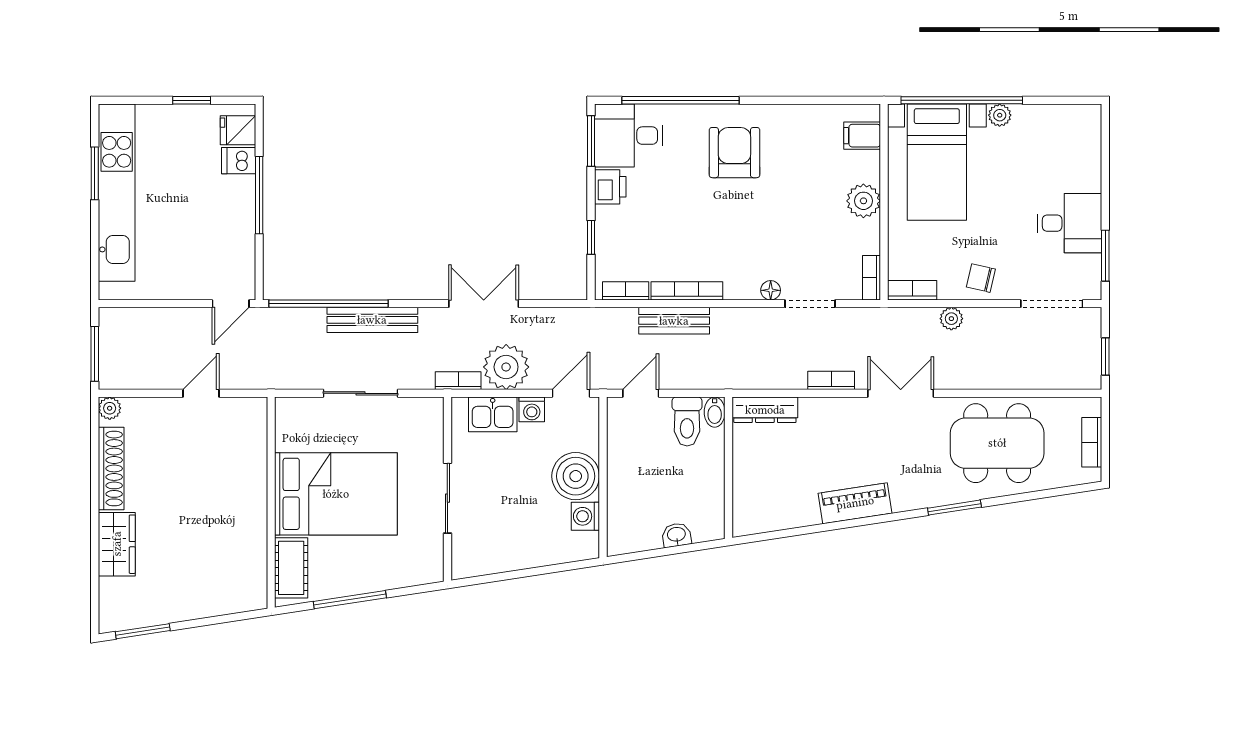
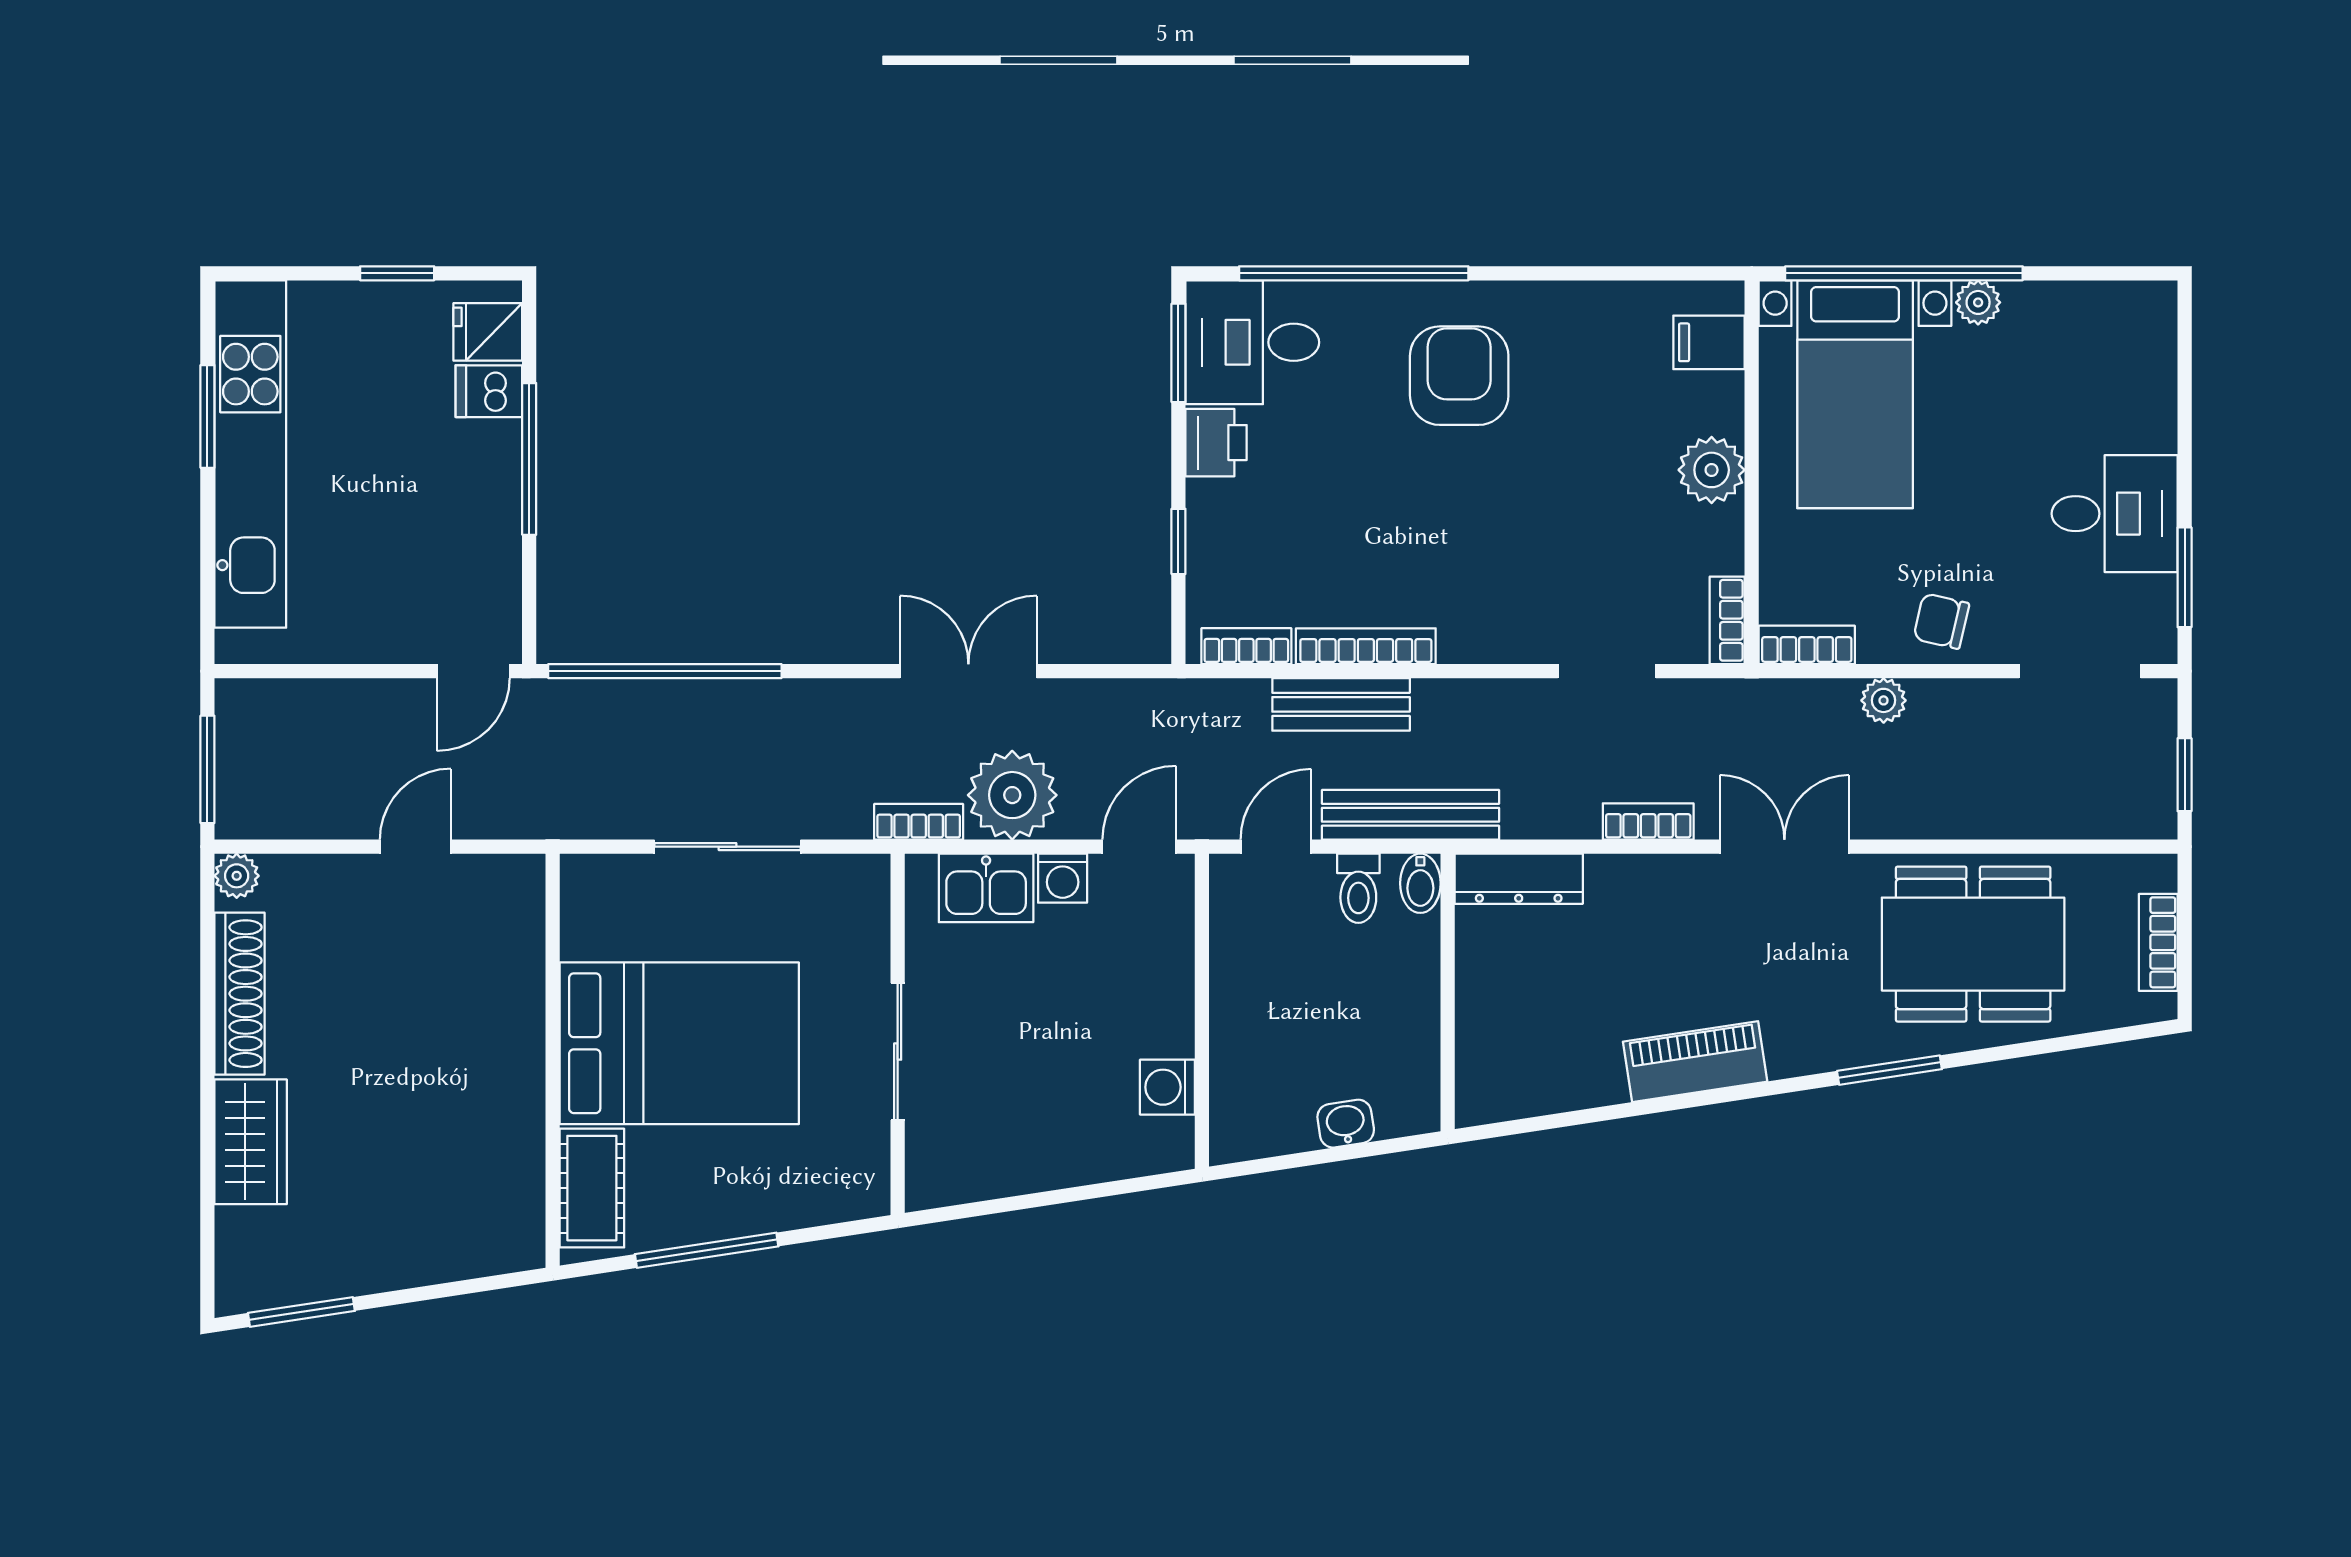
floor lamp: (771, 290) -> (1530, 645), removed
bench: (372, 320) -> (1410, 815), moved
toilet: (687, 421) -> (1358, 888), width x0.73, depth x0.72
boiler: (576, 476) -> (1148, 1009), removed

